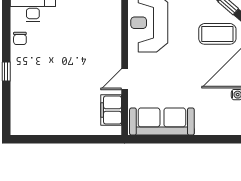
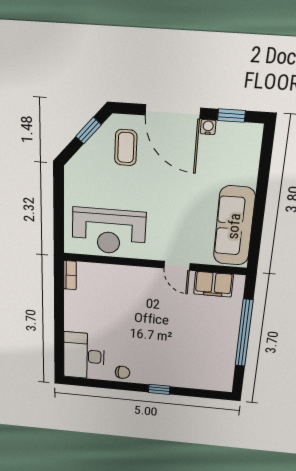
coffee table: (217, 34) -> (126, 148), width x0.73, depth x0.77
window: (69, 139) -> (244, 333), added

